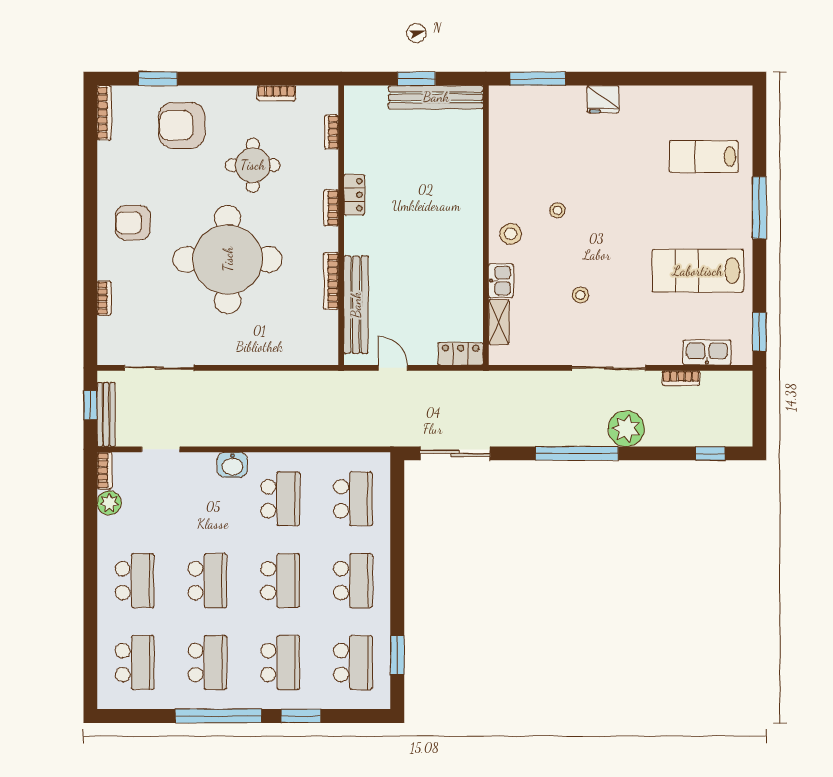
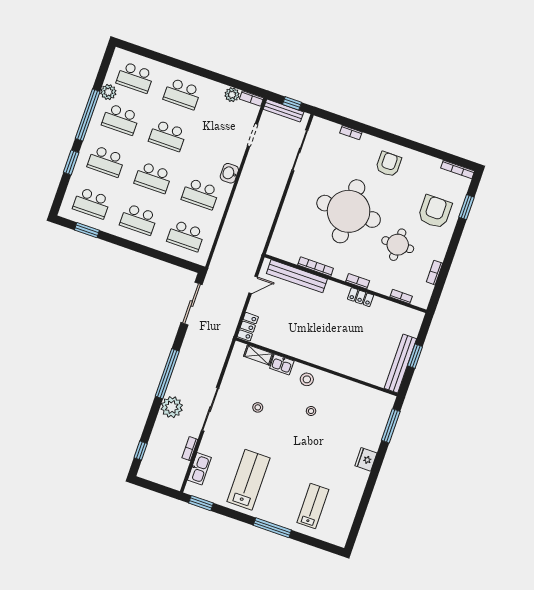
plant: (171, 696) -> (108, 92), added

